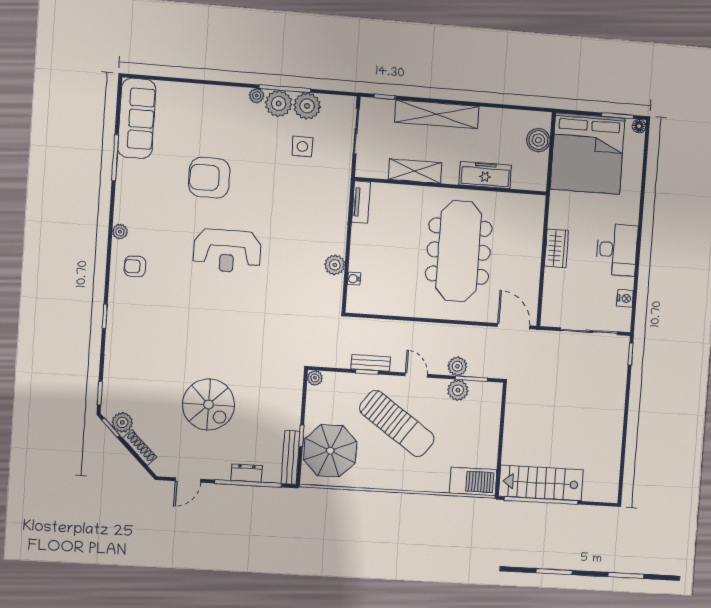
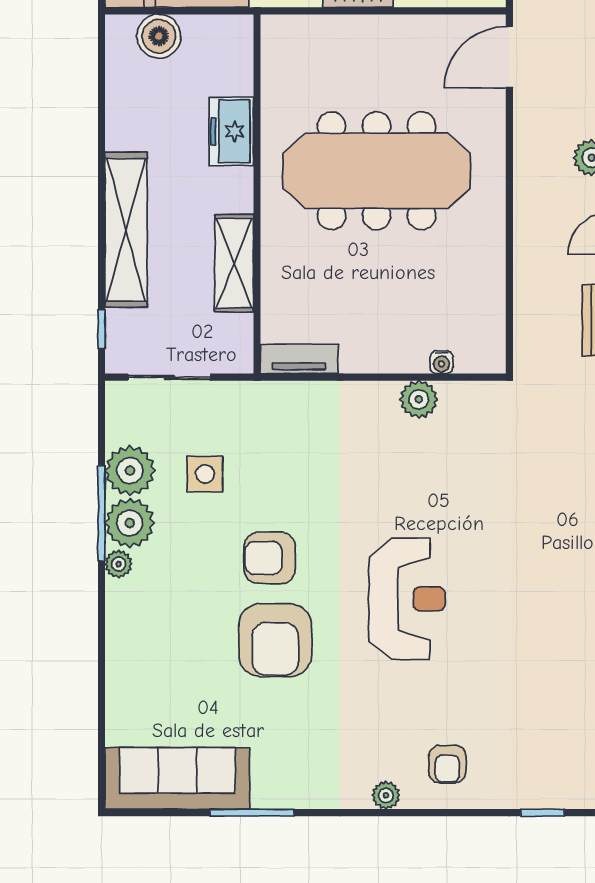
freezer: (485, 175) -> (231, 131), width x0.71
armchair: (254, 178) -> (270, 558), added

